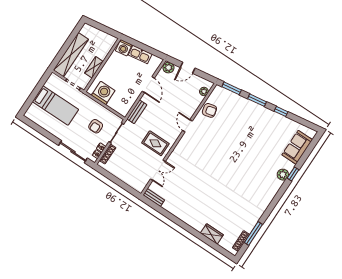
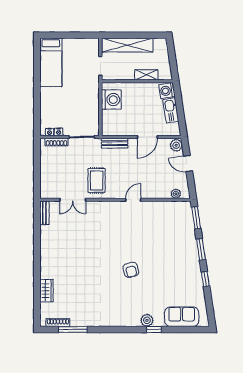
shelving: (94, 67) -> (146, 75), moved
bed: (55, 106) -> (51, 62), moved
armchair: (209, 110) -> (131, 270), moved
armchair: (96, 126) -> (75, 113), removed
sliding door: (73, 152) -> (37, 108), removed

